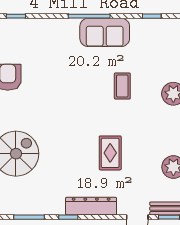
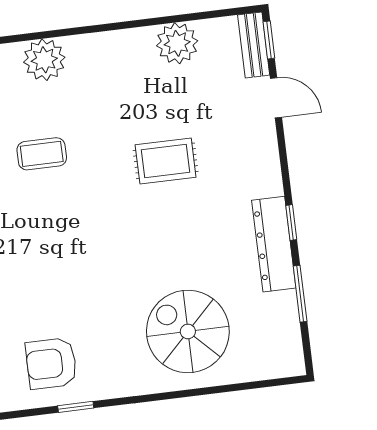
dresser: (91, 206) -> (274, 244), moved

